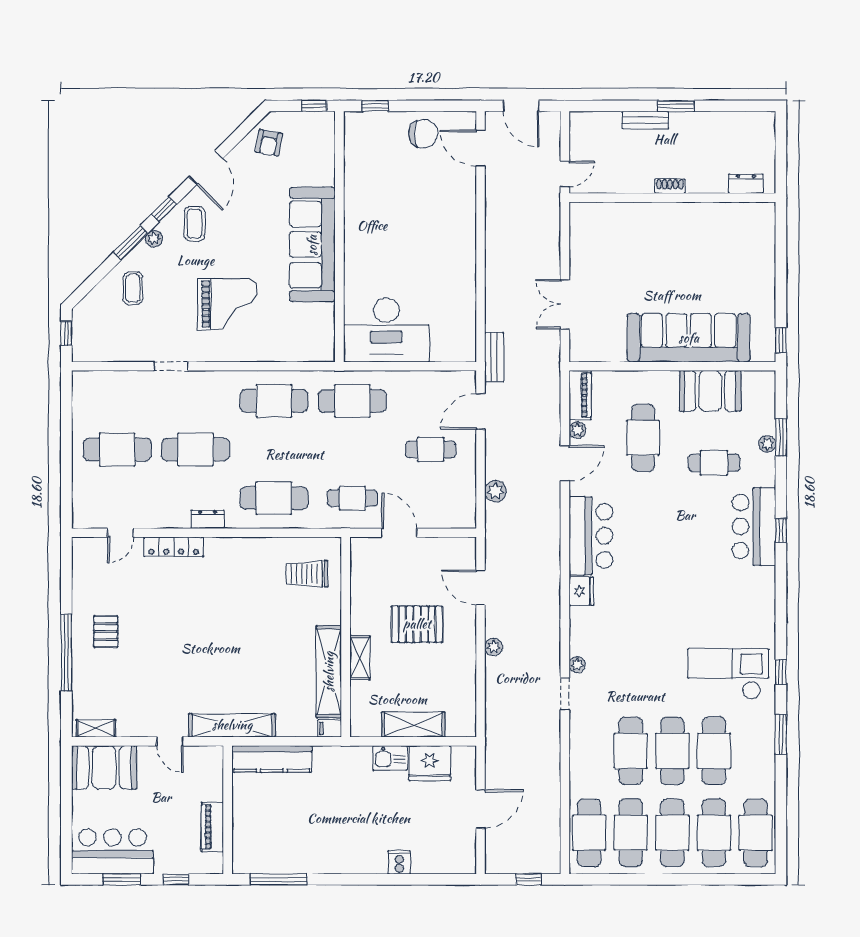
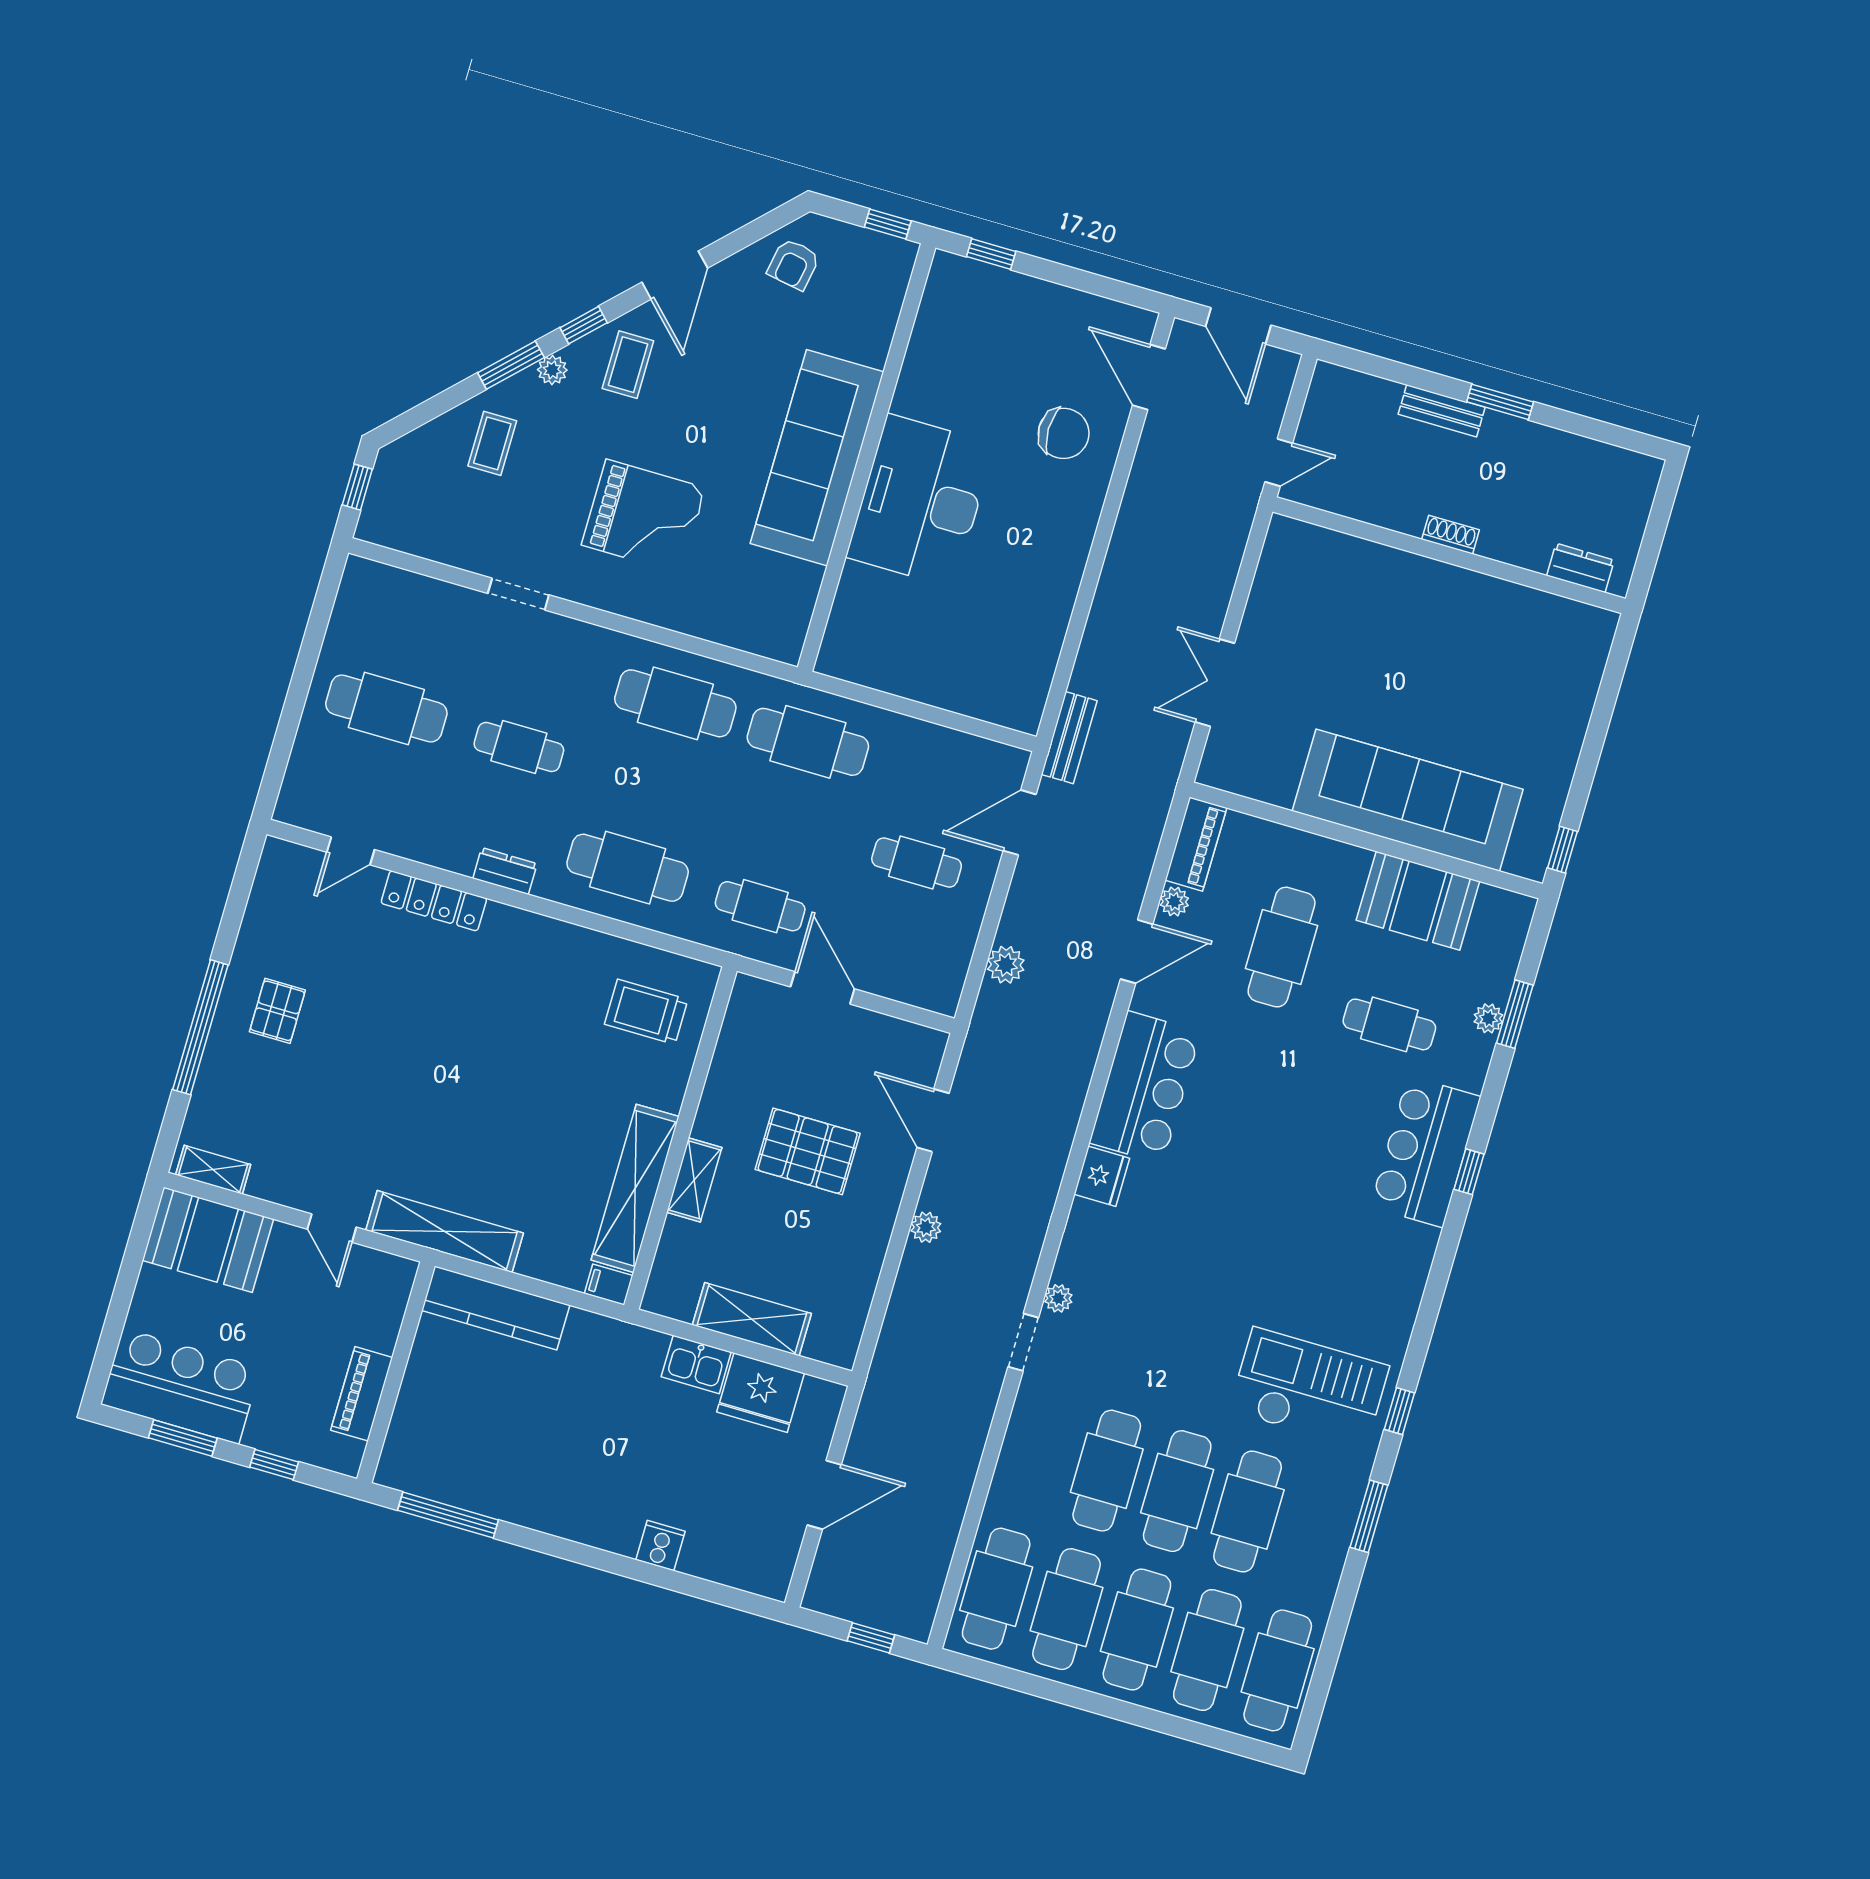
chair: (423, 134) -> (1064, 433), moved
desk: (386, 330) -> (921, 501), moved, turned 90
cafe table: (196, 449) -> (519, 747), width x0.73, depth x0.74

